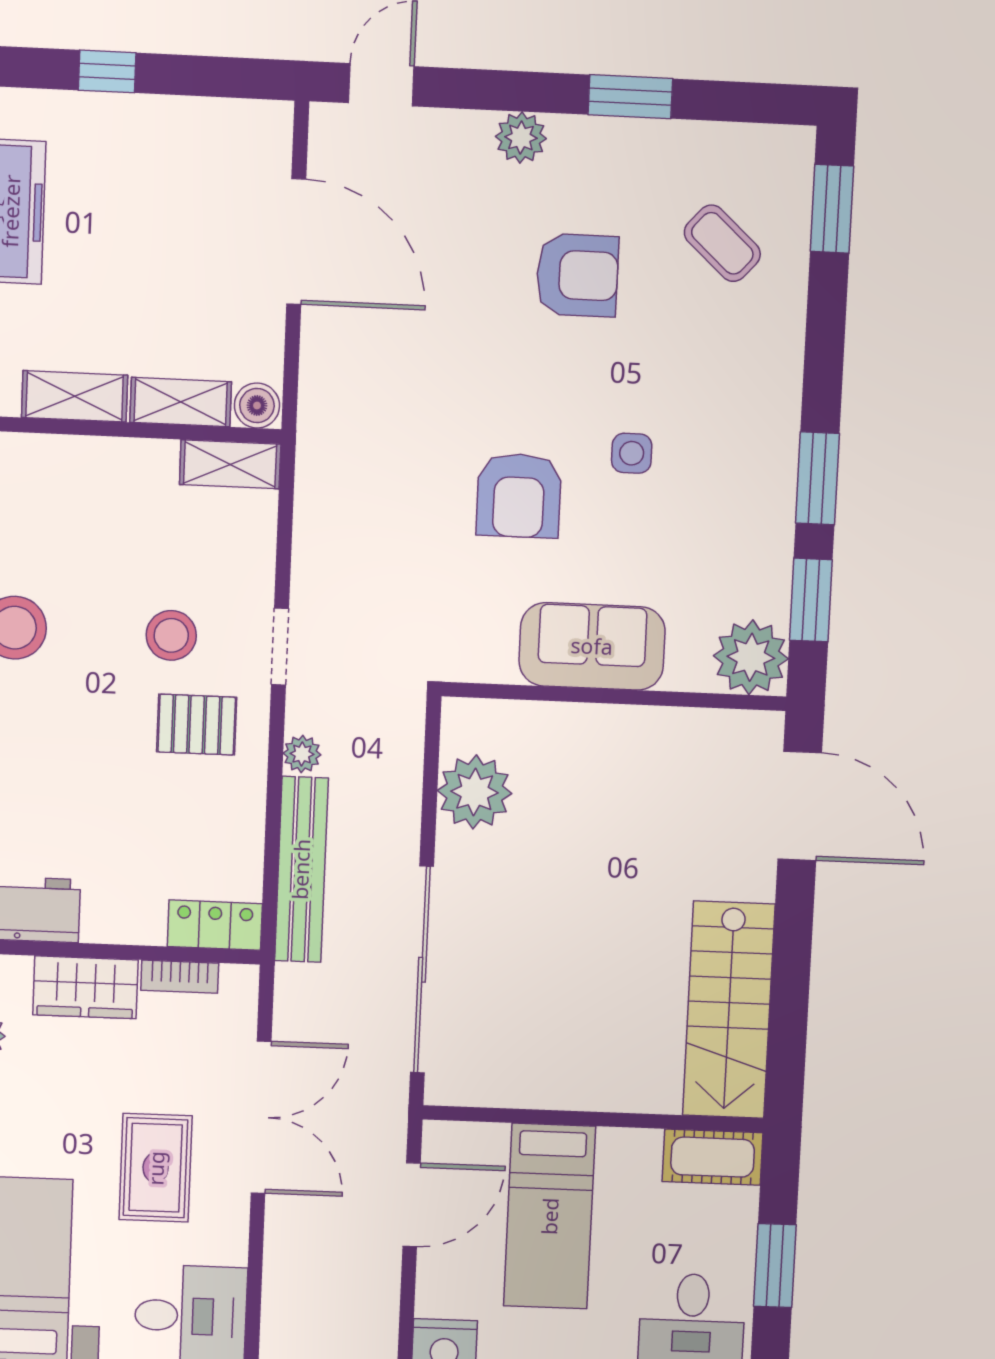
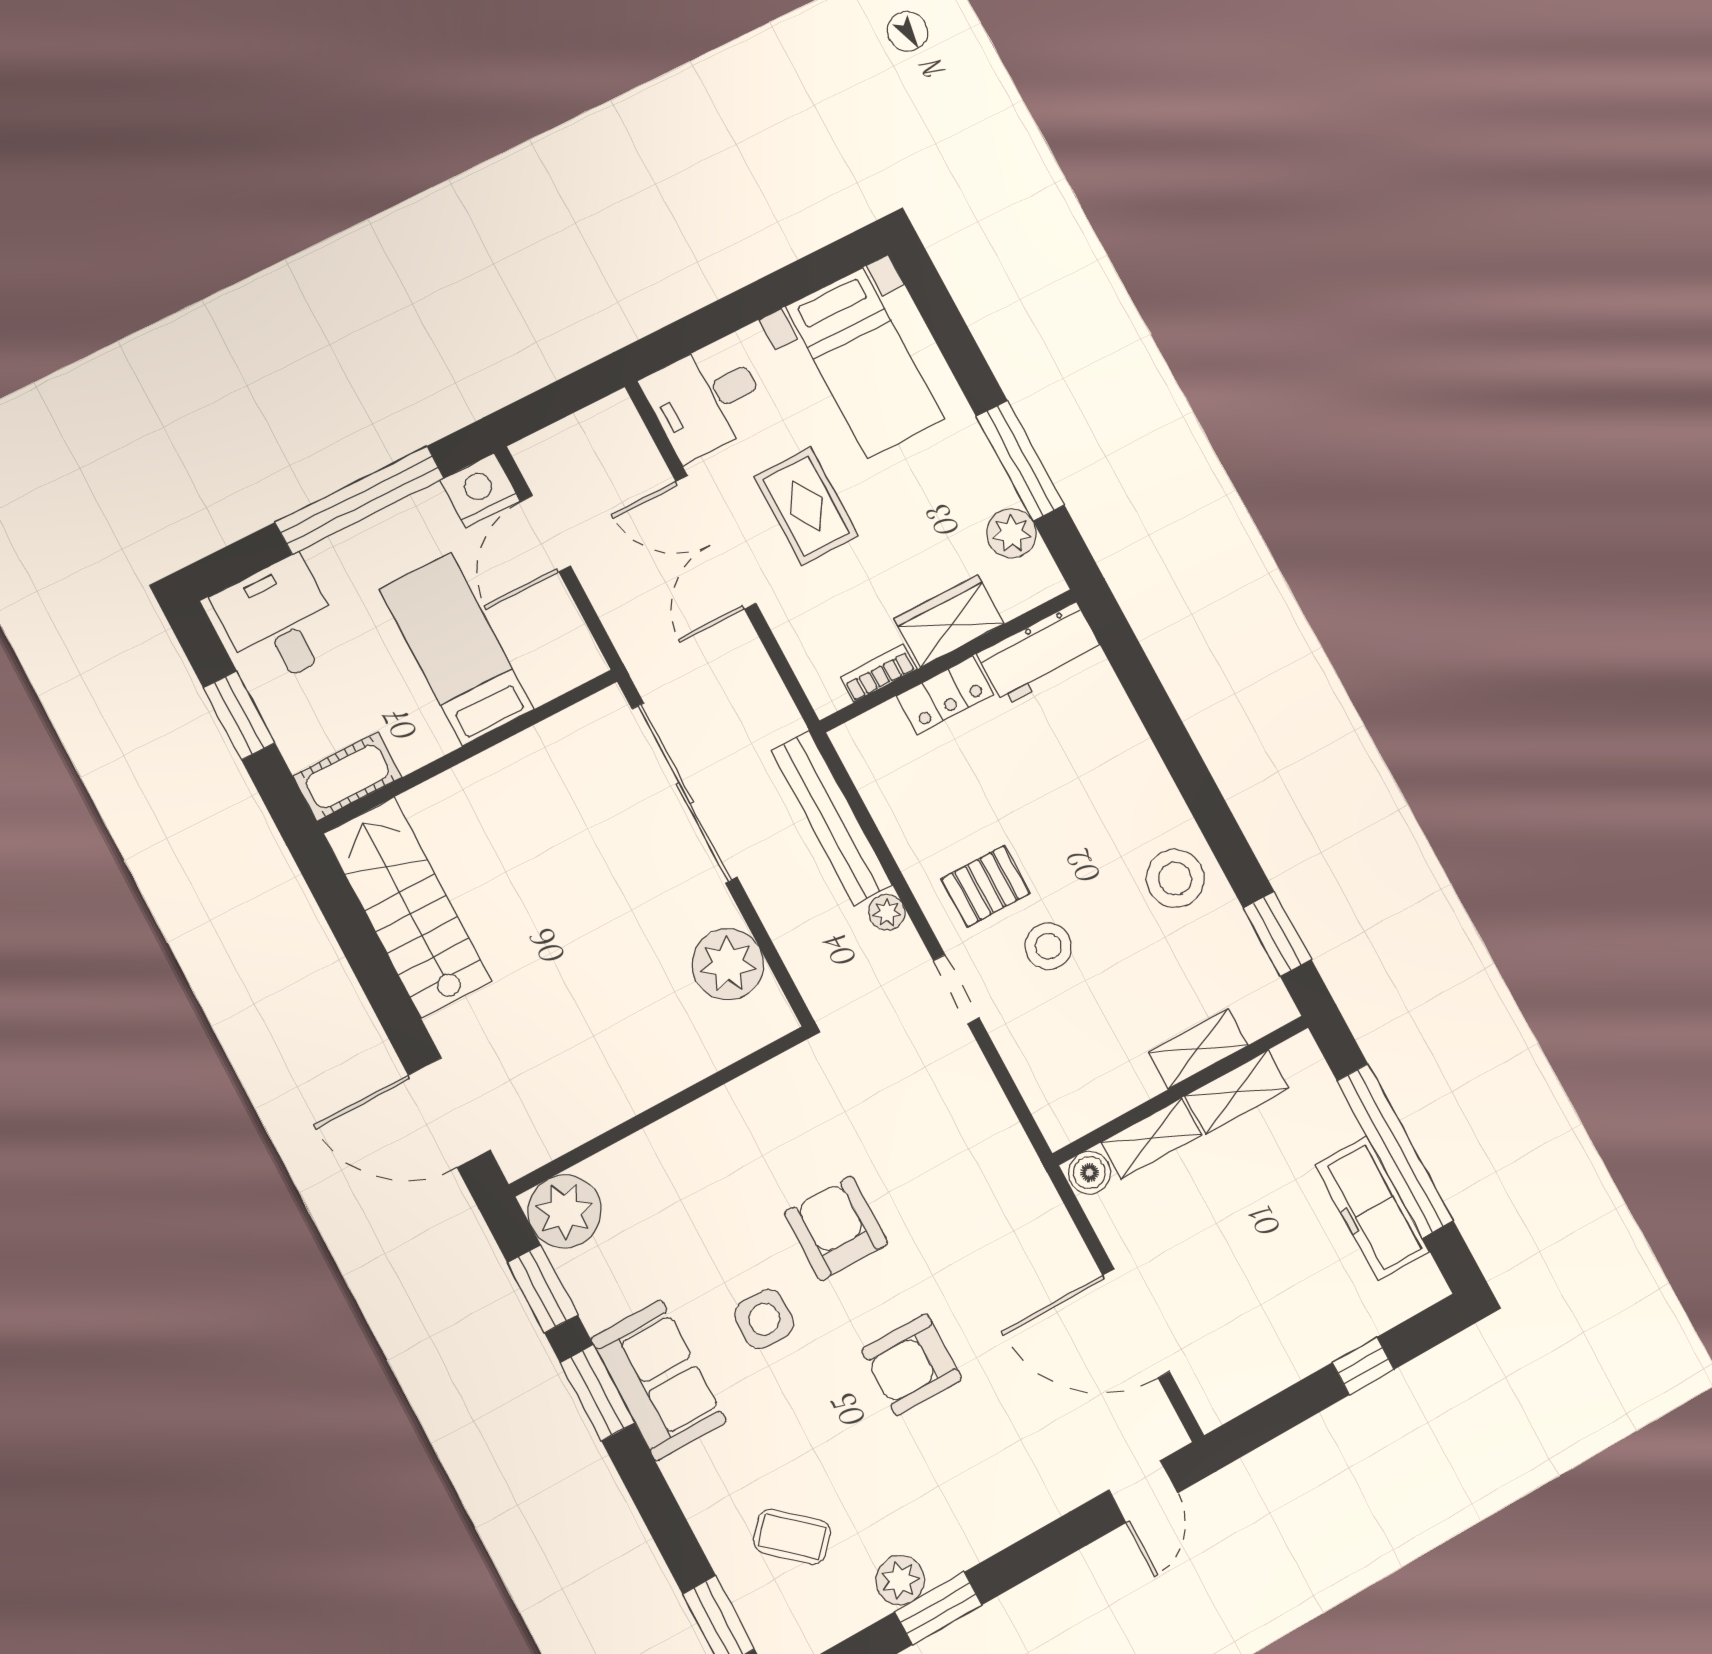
plant: (521, 138) -> (900, 1580), moved
armchair: (577, 275) -> (912, 1365), moved
side table: (632, 453) -> (764, 1319), width x1.37, depth x1.37
shelving: (230, 464) -> (1198, 1049), moved
sofa: (592, 646) -> (659, 1380), moved, turned -90
locker: (215, 925) -> (945, 695), moved
double door: (261, 1117) -> (716, 542), moved
door: (412, 1205) -> (546, 534), moved

